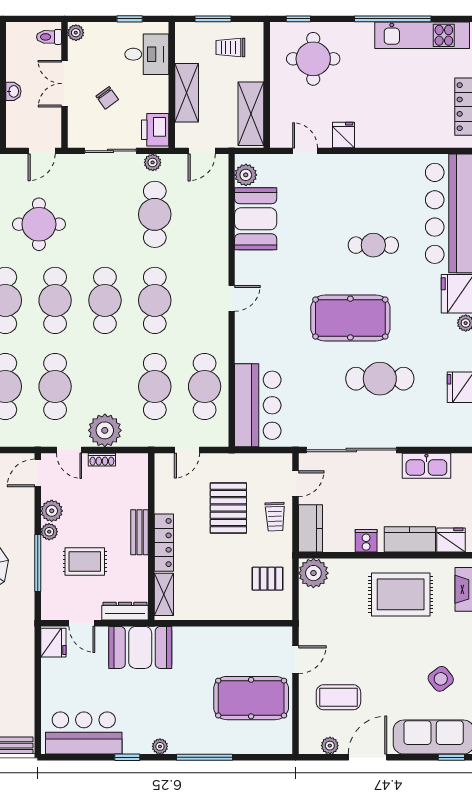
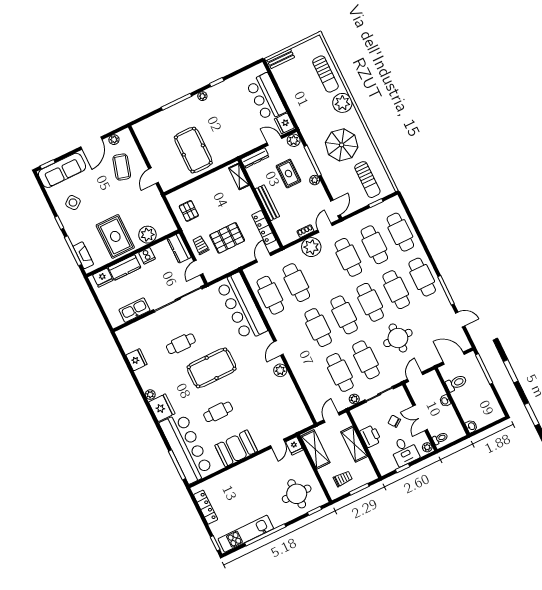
desk: (147, 54) -> (404, 451), moved, turned -90
double door: (65, 84) -> (420, 418), swing flipped
printer: (155, 130) -> (371, 436), moved
fridge: (344, 135) -> (294, 446), moved
door: (305, 151) -> (278, 444), hinge flipped
plant: (246, 175) -> (280, 370), moved
cafe table: (105, 214) -> (366, 360), added
booth: (256, 219) -> (236, 448), moved, turned 90
cafe table: (380, 379) -> (181, 344), width x0.73, depth x0.74
bar counter: (258, 405) -> (242, 307), width x1.36
door: (69, 450) -> (325, 228), hinge flipped
pallet: (228, 508) -> (227, 238), turned 90
plant: (52, 511) -> (294, 140), moved
bench: (139, 532) -> (267, 203), width x1.36
locker: (164, 543) -> (264, 228), moved
rug: (85, 561) -> (289, 174), turned 90
plant: (313, 573) -> (147, 235), moved
pallet: (268, 579) -> (189, 211), turned 90
rug: (401, 594) -> (115, 236), turned 90
booth: (140, 647) -> (238, 143), removed
coffee table: (338, 697) -> (122, 167), turned -74
pool table: (251, 698) -> (193, 150), moved, turned 90
bar counter: (84, 733) -> (266, 97), moved, turned 90

